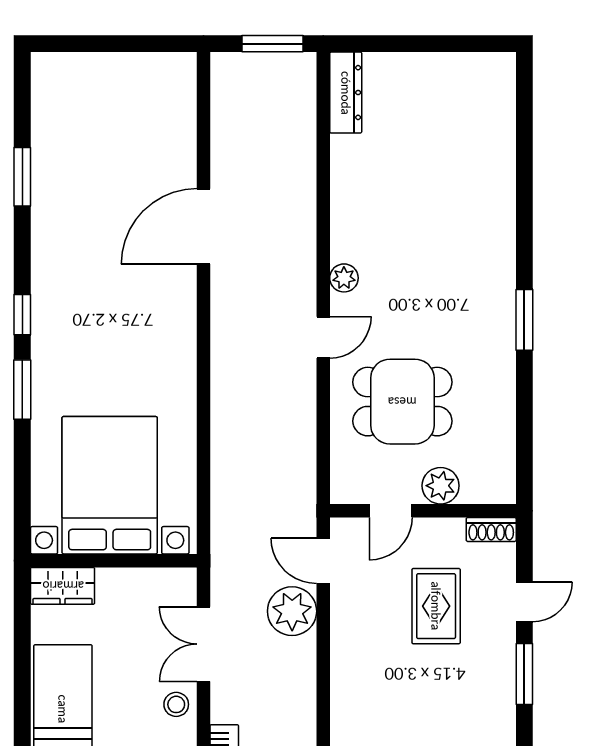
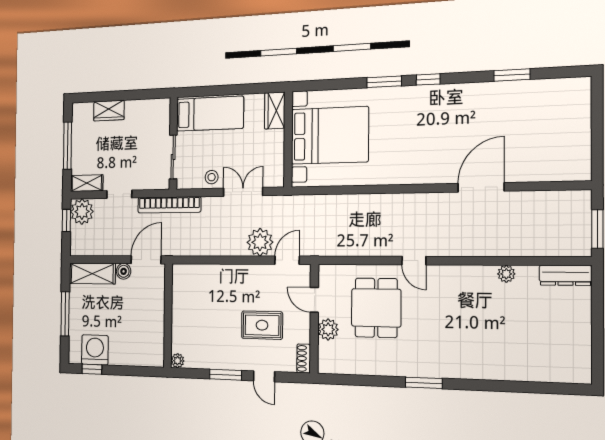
door: (203, 226) -> (481, 187), hinge flipped
plant: (344, 278) -> (506, 274), moved

